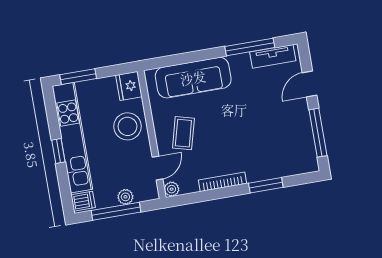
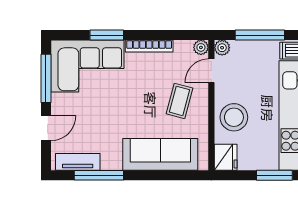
corner sofa: (280, 152) -> (87, 66), added
plant: (125, 197) -> (222, 48), moved

